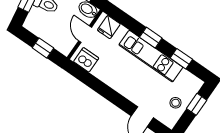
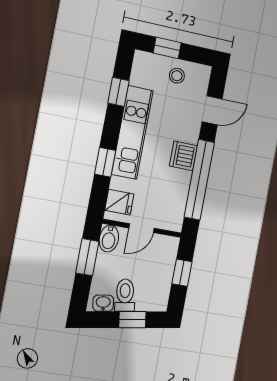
window: (151, 38) -> (105, 162), moved
dishwasher: (86, 60) -> (183, 156), moved
window: (100, 87) -> (199, 180), added

